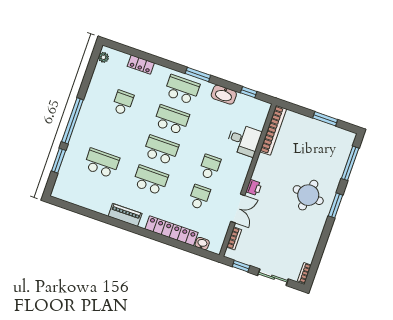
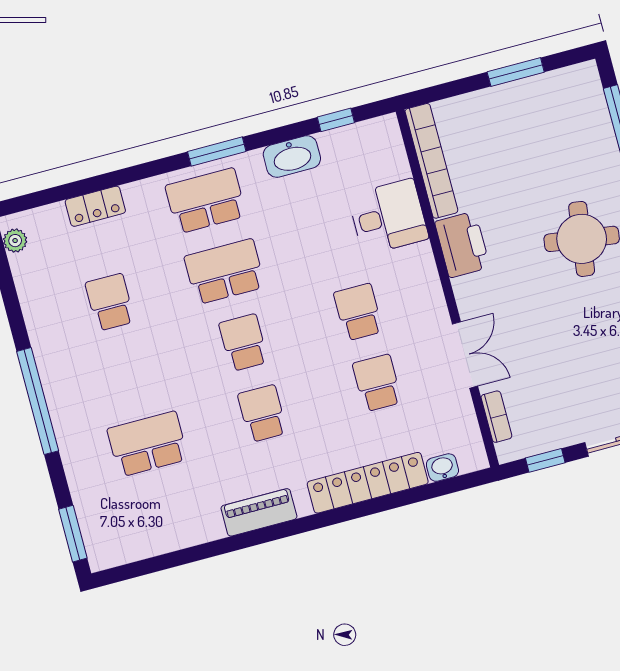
school desk: (161, 150) -> (243, 343), width x0.54
window: (59, 161) -> (73, 534), moved
school desk: (150, 180) -> (262, 413), width x0.54
printer: (254, 188) -> (462, 244), moved, width x1.87, depth x1.48

